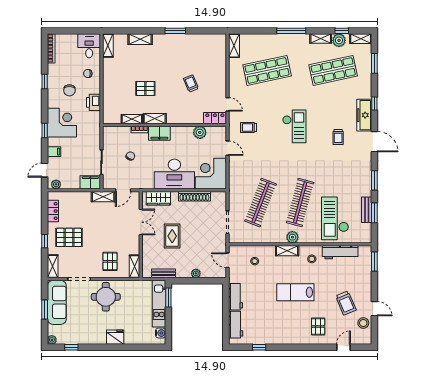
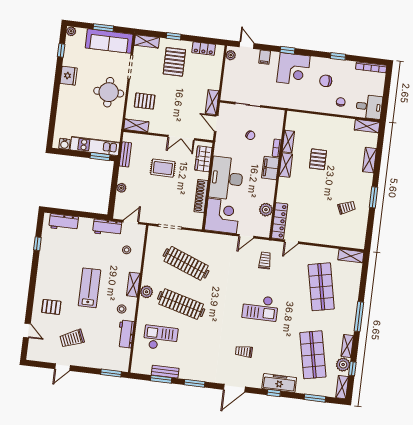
trolley: (191, 84) -> (347, 207), moved
printer: (93, 102) -> (310, 104), removed
freezer: (364, 115) -> (279, 383), moved
locker: (215, 118) -> (280, 221), width x1.53
filing cabinet: (90, 182) -> (228, 91), removed
checkout: (335, 218) -> (161, 338), width x0.73, depth x0.83
workbench: (340, 252) -> (126, 334), width x0.73
workbench: (236, 297) -> (107, 228), moved
stool: (363, 323) -> (49, 354), removed
fridge: (115, 337) -> (69, 76), moved

